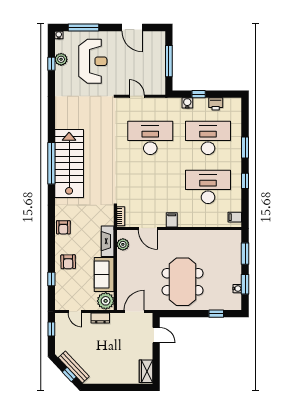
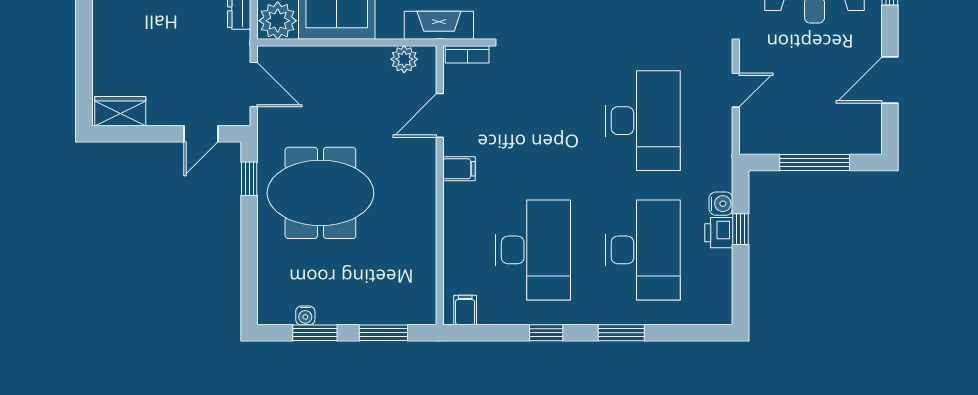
printer: (216, 104) -> (719, 233), moved
fireplace: (108, 241) -> (439, 25), moved
window: (216, 314) -> (249, 179), moved

